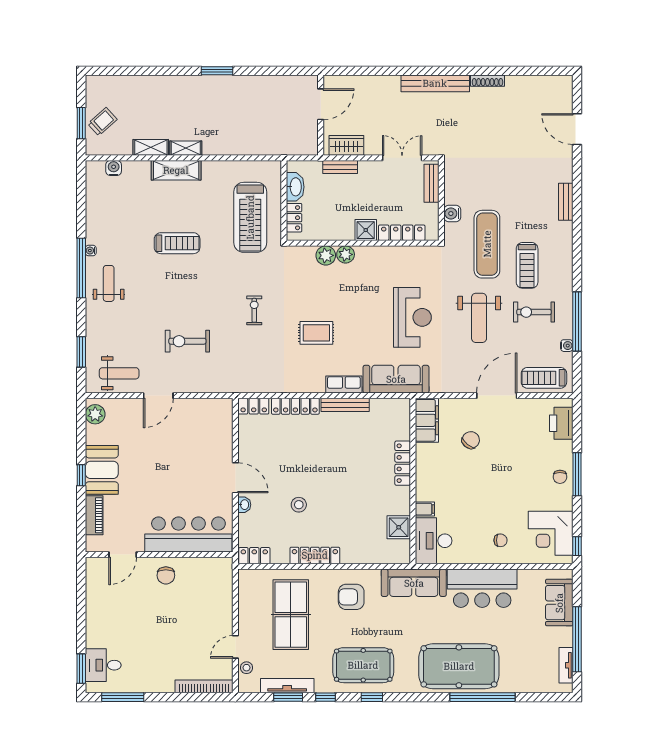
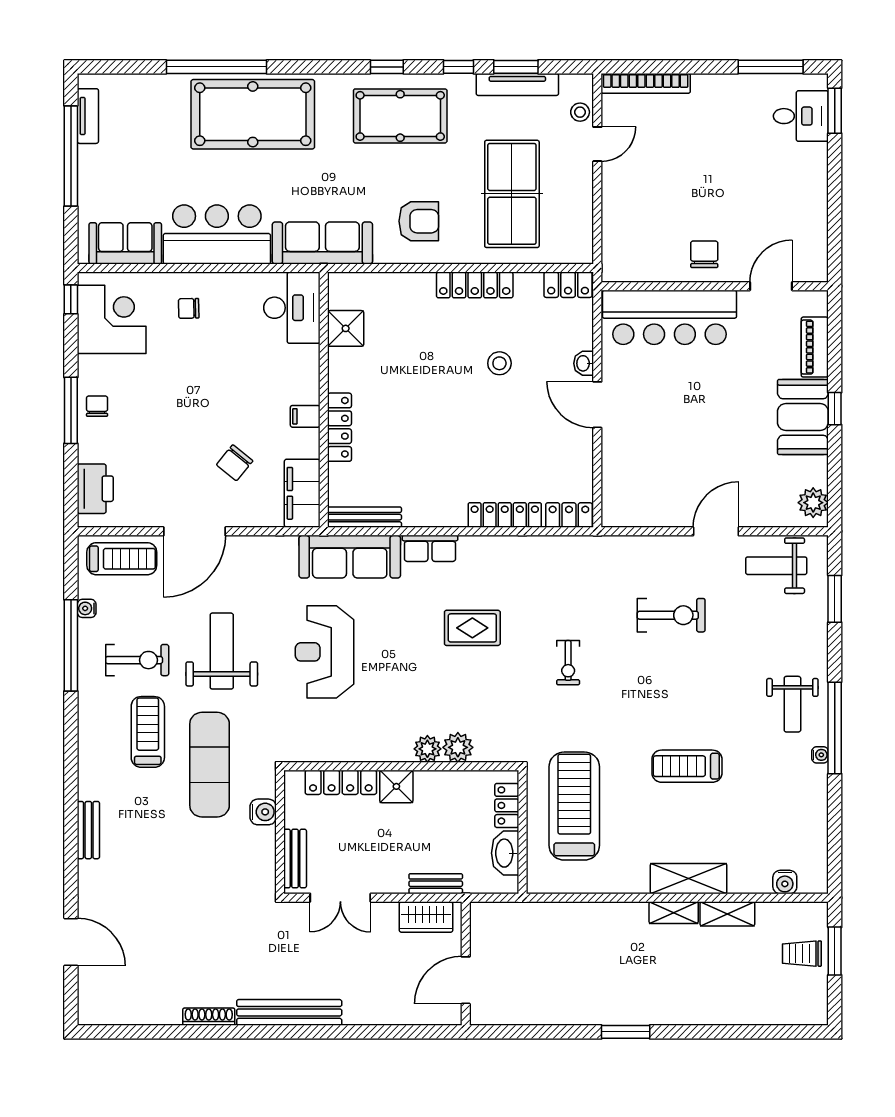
trolley: (102, 122) -> (802, 954), turned 42
bench: (345, 405) -> (364, 517), moved
filing cabinet: (425, 509) -> (305, 416), moved
sofa: (559, 603) -> (125, 243), moved, turned -90

